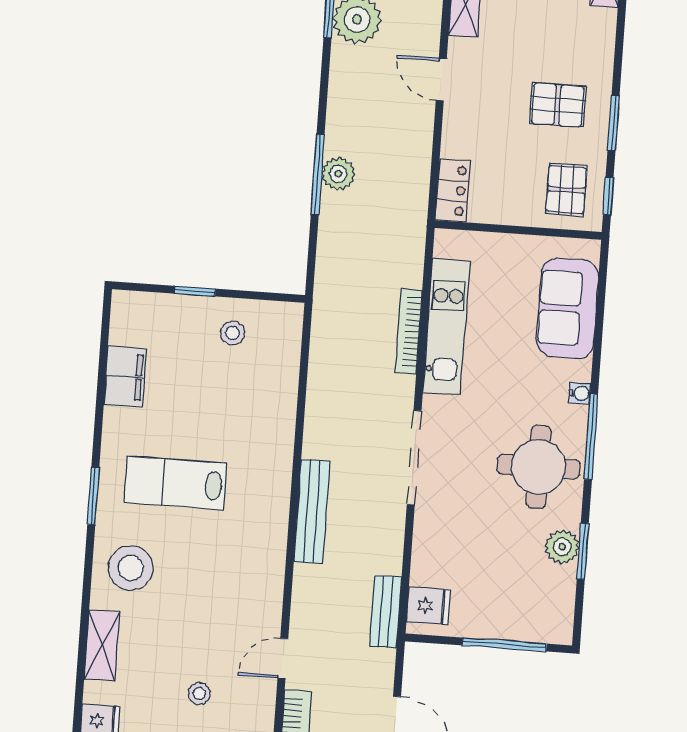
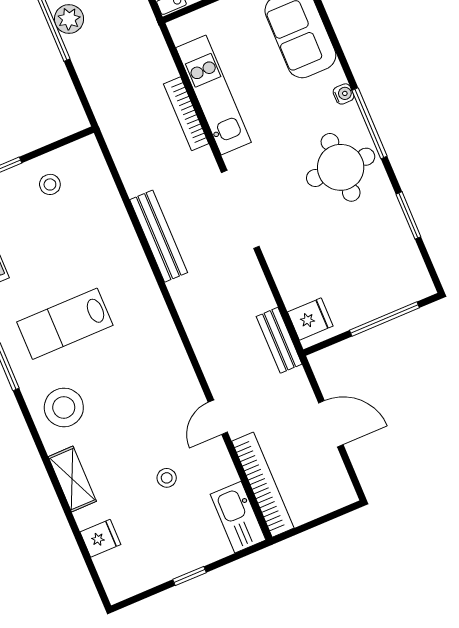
bench: (312, 512) -> (159, 236), moved
plant: (562, 547) -> (391, 220), removed

